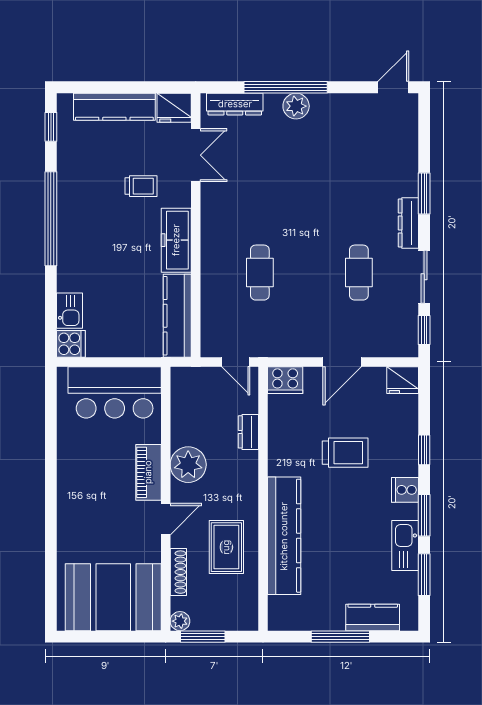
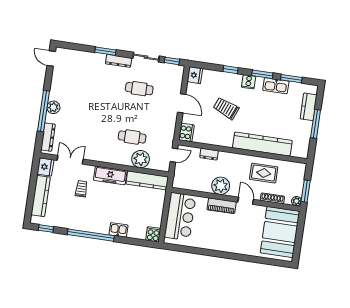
plant: (218, 296) -> (141, 159), added
kitchen sink: (70, 311) -> (118, 230), moved
trolley: (345, 453) -> (226, 108), turned -68

